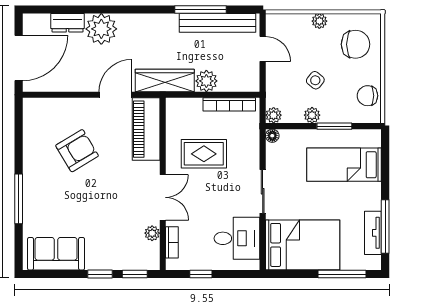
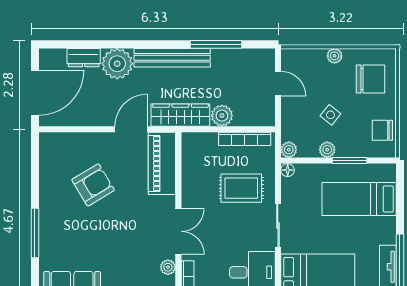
bench: (217, 23) -> (172, 58), moved
rug: (204, 154) -> (241, 188), moved

